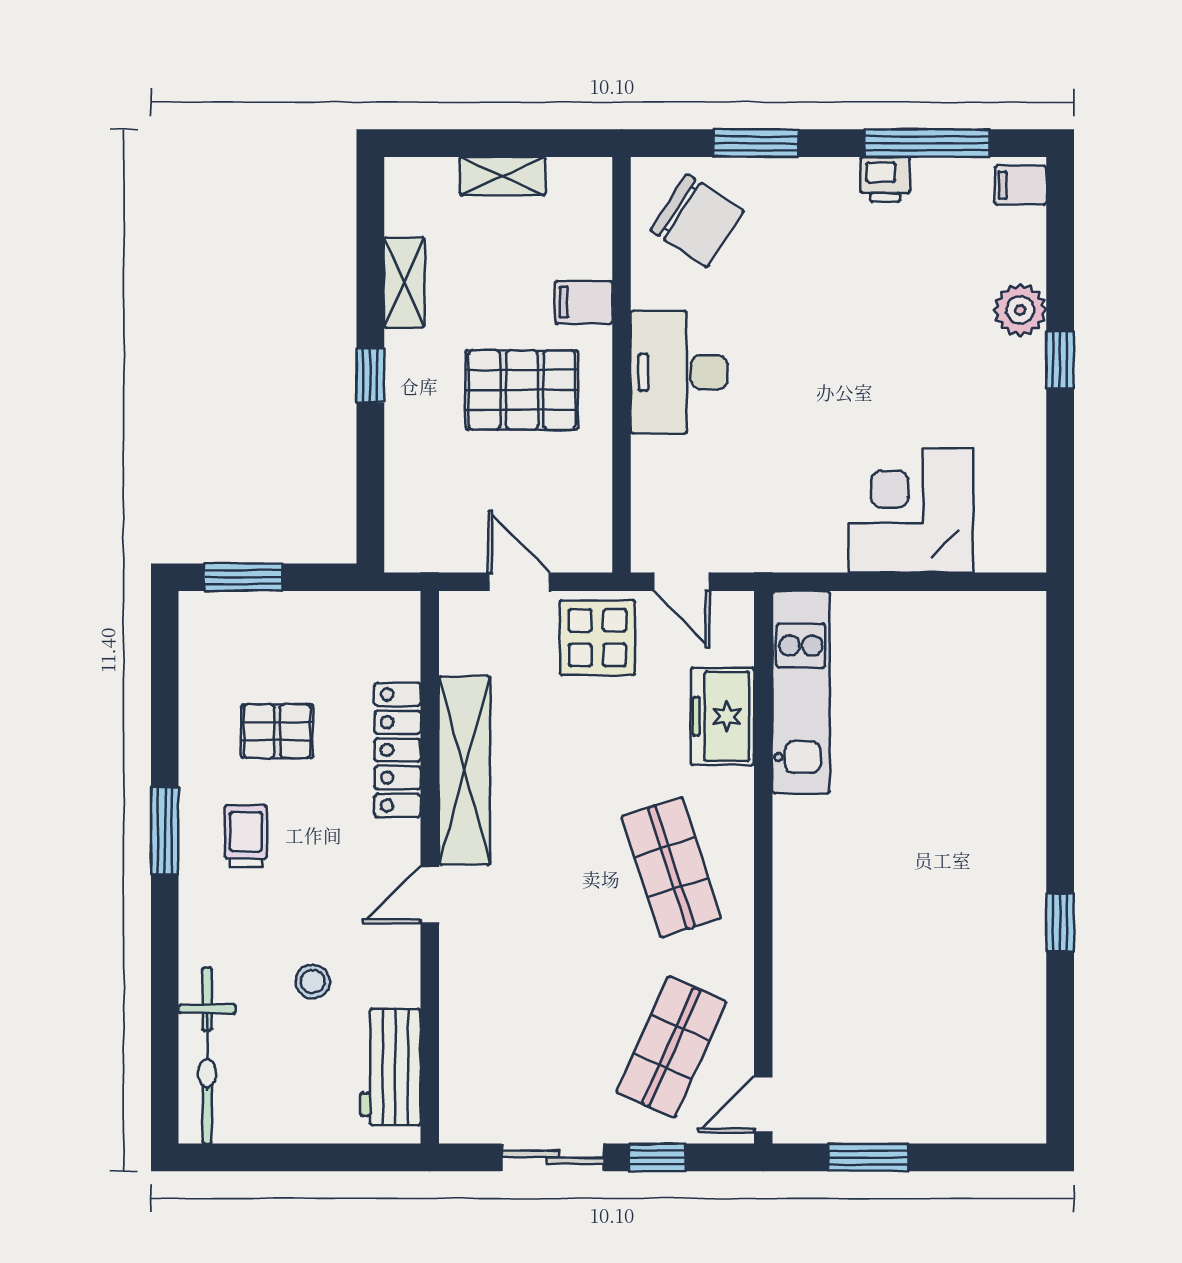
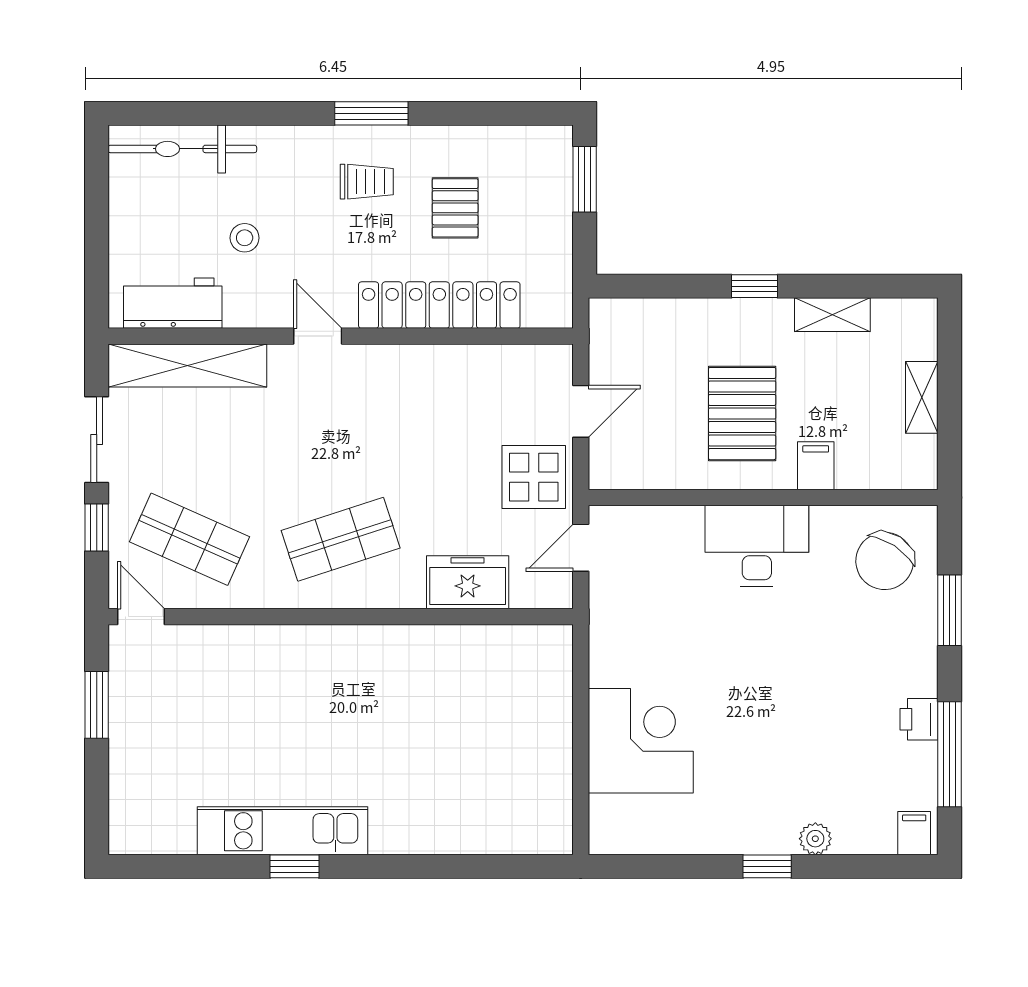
plant: (1020, 310) -> (815, 839), width x0.73, depth x0.73
kitchen unit: (801, 692) -> (283, 831), moved, turned 180
locker: (398, 750) -> (439, 305), width x1.41, depth x1.21
shelving: (465, 771) -> (187, 365), moved

